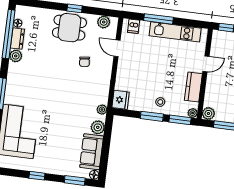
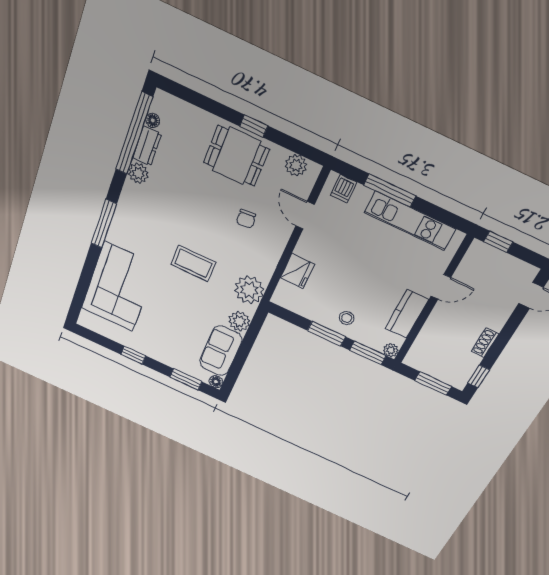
coffee table: (61, 100) -> (193, 263), added
fridge: (121, 100) -> (297, 271), moved
plant: (102, 110) -> (249, 290), width x1.87, depth x1.87
plant: (208, 114) -> (415, 359), removed

